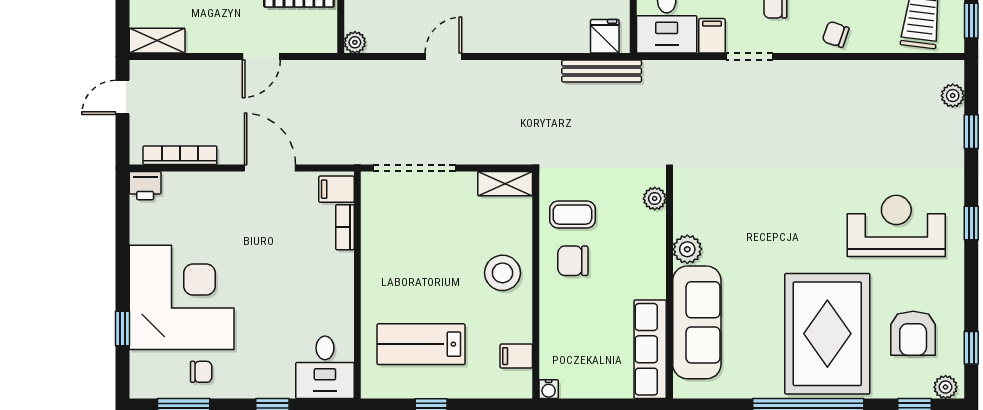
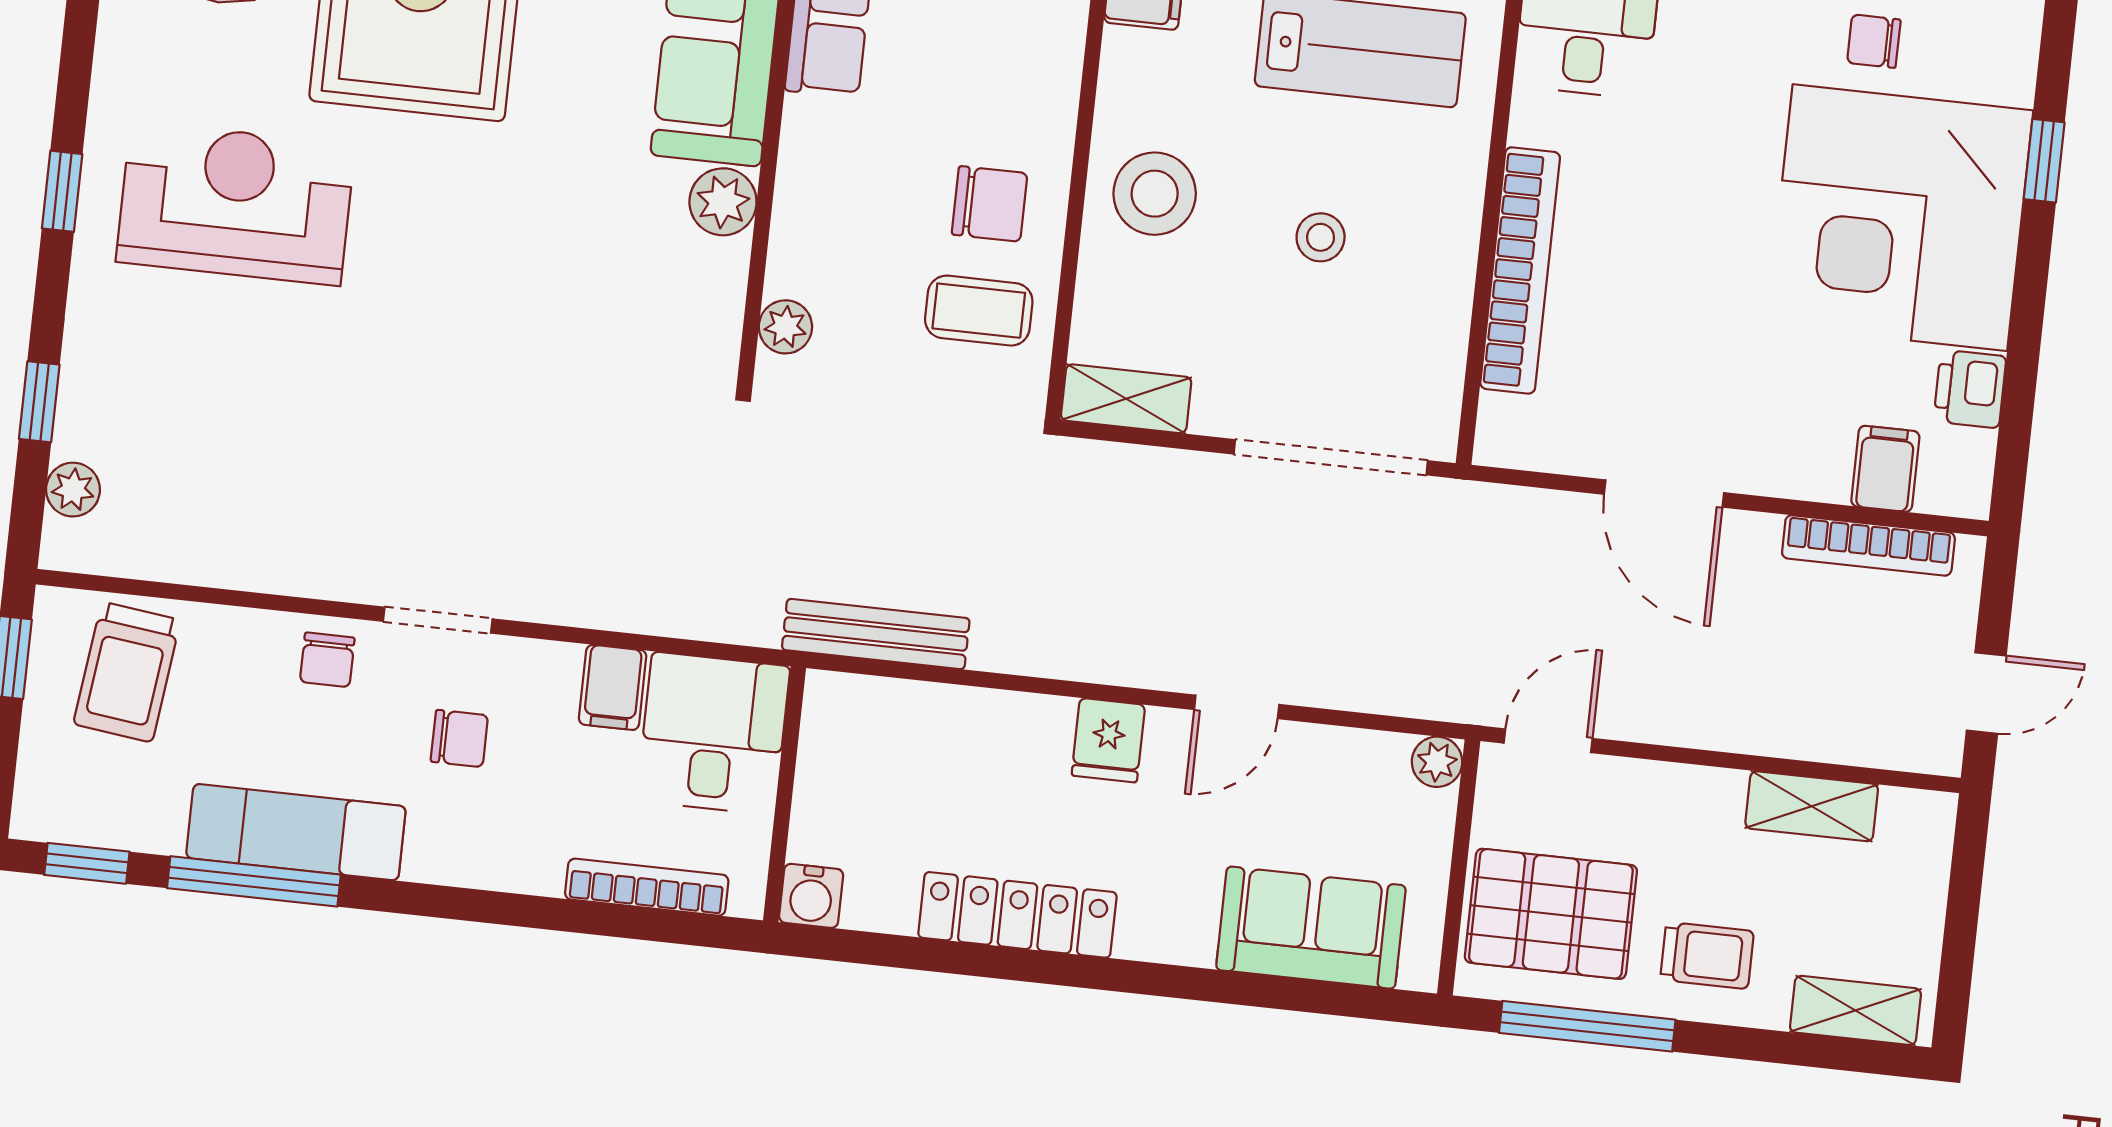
chair: (836, 34) -> (327, 660), turned 71
fridge: (605, 36) -> (1108, 740), moved
shelving: (157, 41) -> (1812, 806), moved
door: (261, 57) -> (1548, 741), moved
doorway: (749, 57) -> (438, 620), moved
printer: (145, 186) -> (1970, 389), moved, turned -90
filing cabinet: (336, 189) -> (1885, 469), moved, turned -90
reception desk: (896, 226) -> (236, 203), turned 180
bookcase: (345, 227) -> (1520, 270), width x2.31, depth x1.31
stool: (429, 262) -> (1321, 237), added

